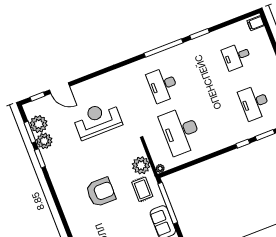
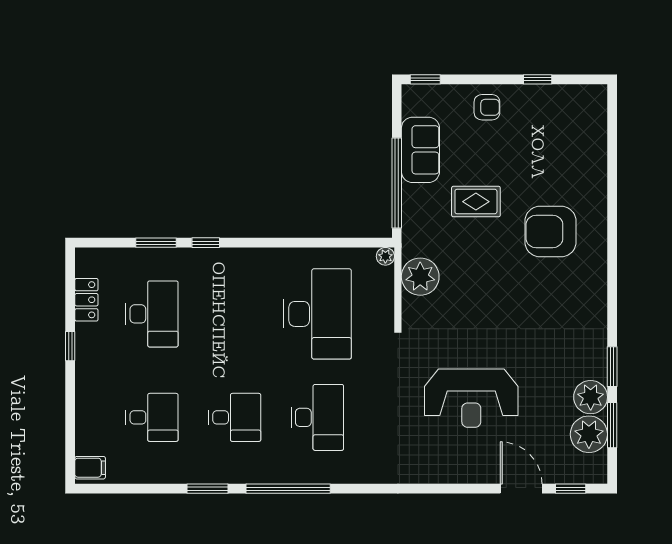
desk: (200, 71) -> (235, 417), added
rug: (142, 189) -> (476, 202), moved, turned 90
armchair: (101, 192) -> (551, 232), moved

